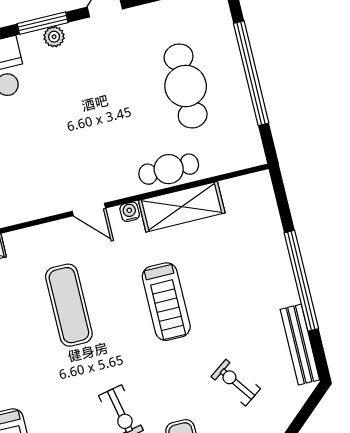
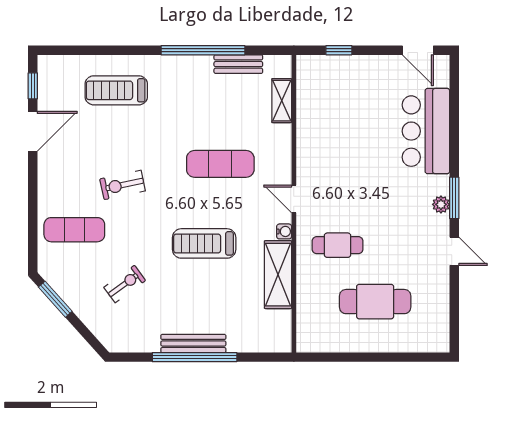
window: (251, 73) -> (373, 357), removed
cafe table: (169, 169) -> (338, 245), moved, turned 90
door: (89, 210) -> (294, 199), hinge flipped
bench: (300, 345) -> (193, 343), moved

